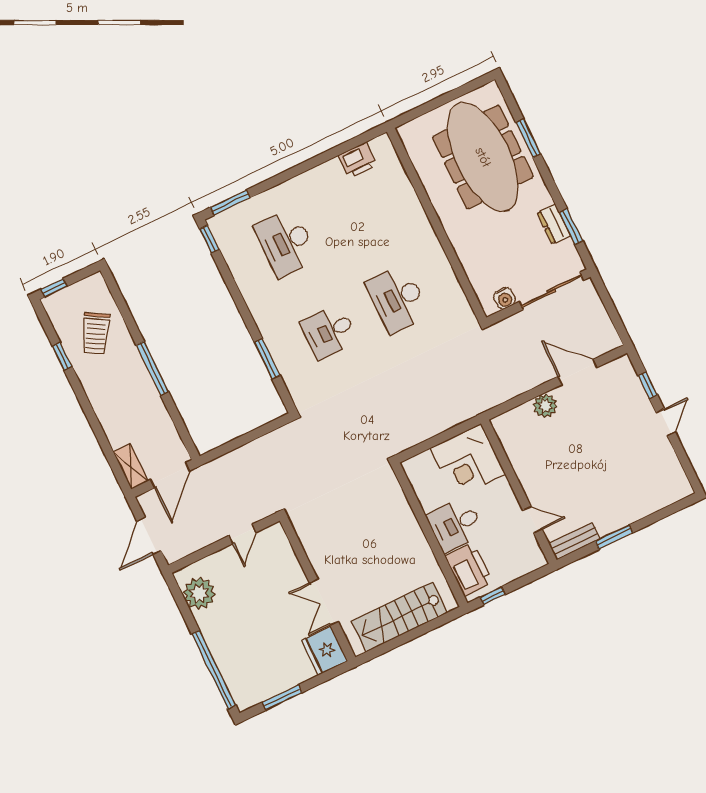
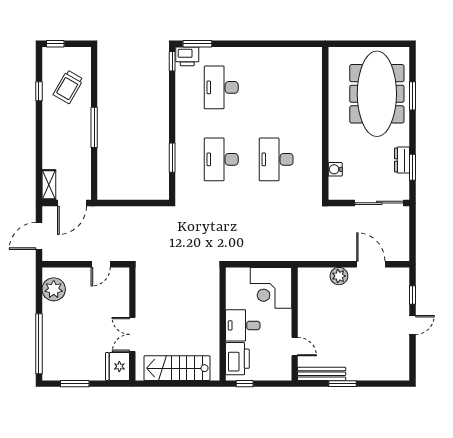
printer: (358, 160) -> (187, 56), moved
water cooler: (504, 298) -> (335, 169), moved, turned 90
desk: (329, 332) -> (221, 159), width x1.37
bench: (574, 541) -> (322, 374), width x1.36

